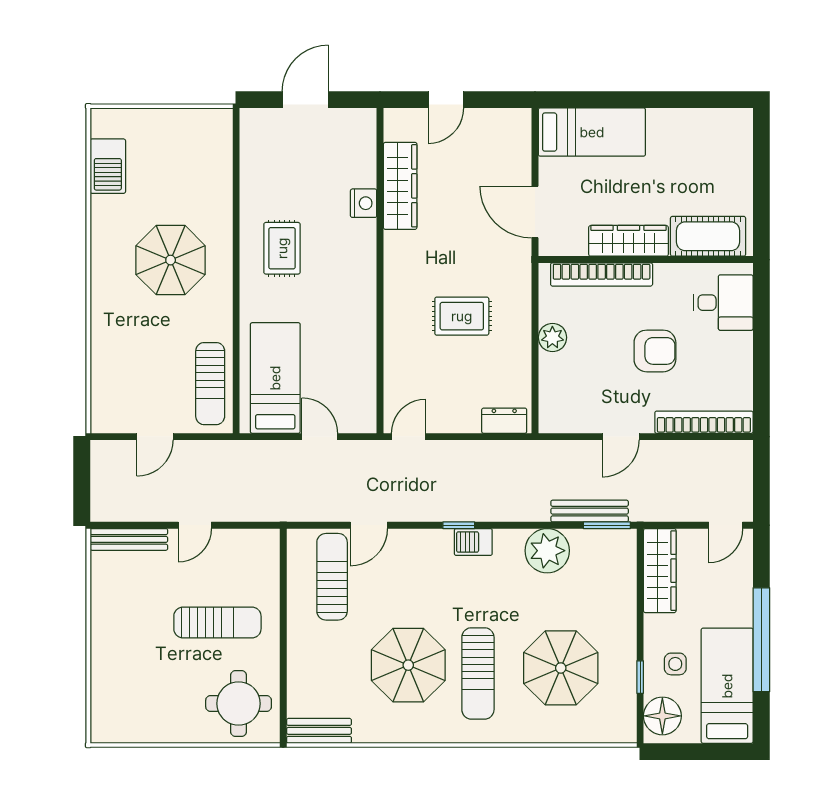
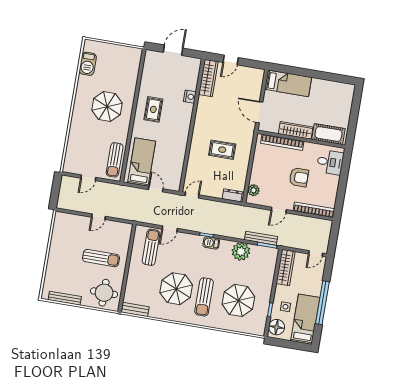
wardrobe: (400, 186) -> (208, 78), moved
plant: (552, 337) -> (253, 190), moved
bench: (129, 539) -> (65, 298), moved

